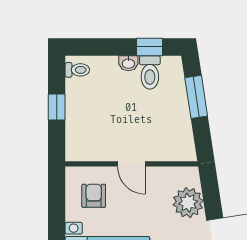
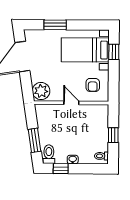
toilet: (150, 72) -> (49, 154), moved
plant: (188, 203) -> (41, 91), moved

